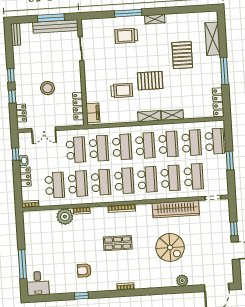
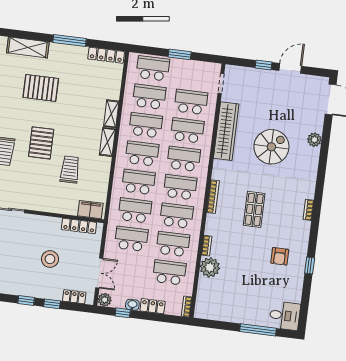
pallet: (150, 81) -> (41, 143), moved
plant: (23, 138) -> (105, 300), added

